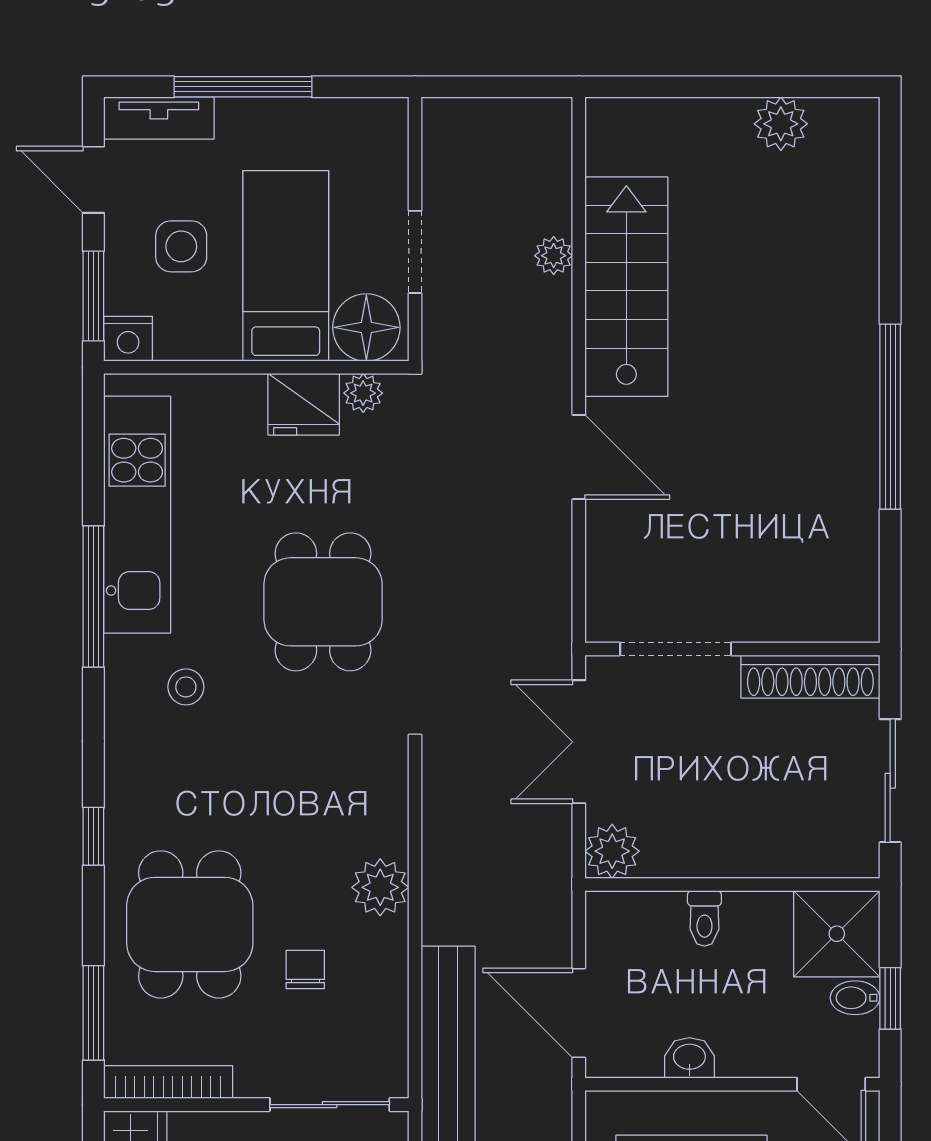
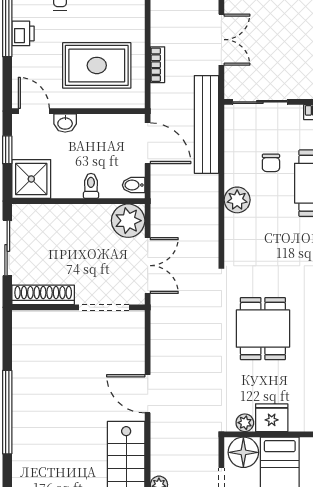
plant: (612, 851) -> (128, 221), width x1.36, depth x1.36
bidet: (855, 998) -> (134, 185), moved, turned 180
washbasin: (689, 1058) -> (65, 123), moved

